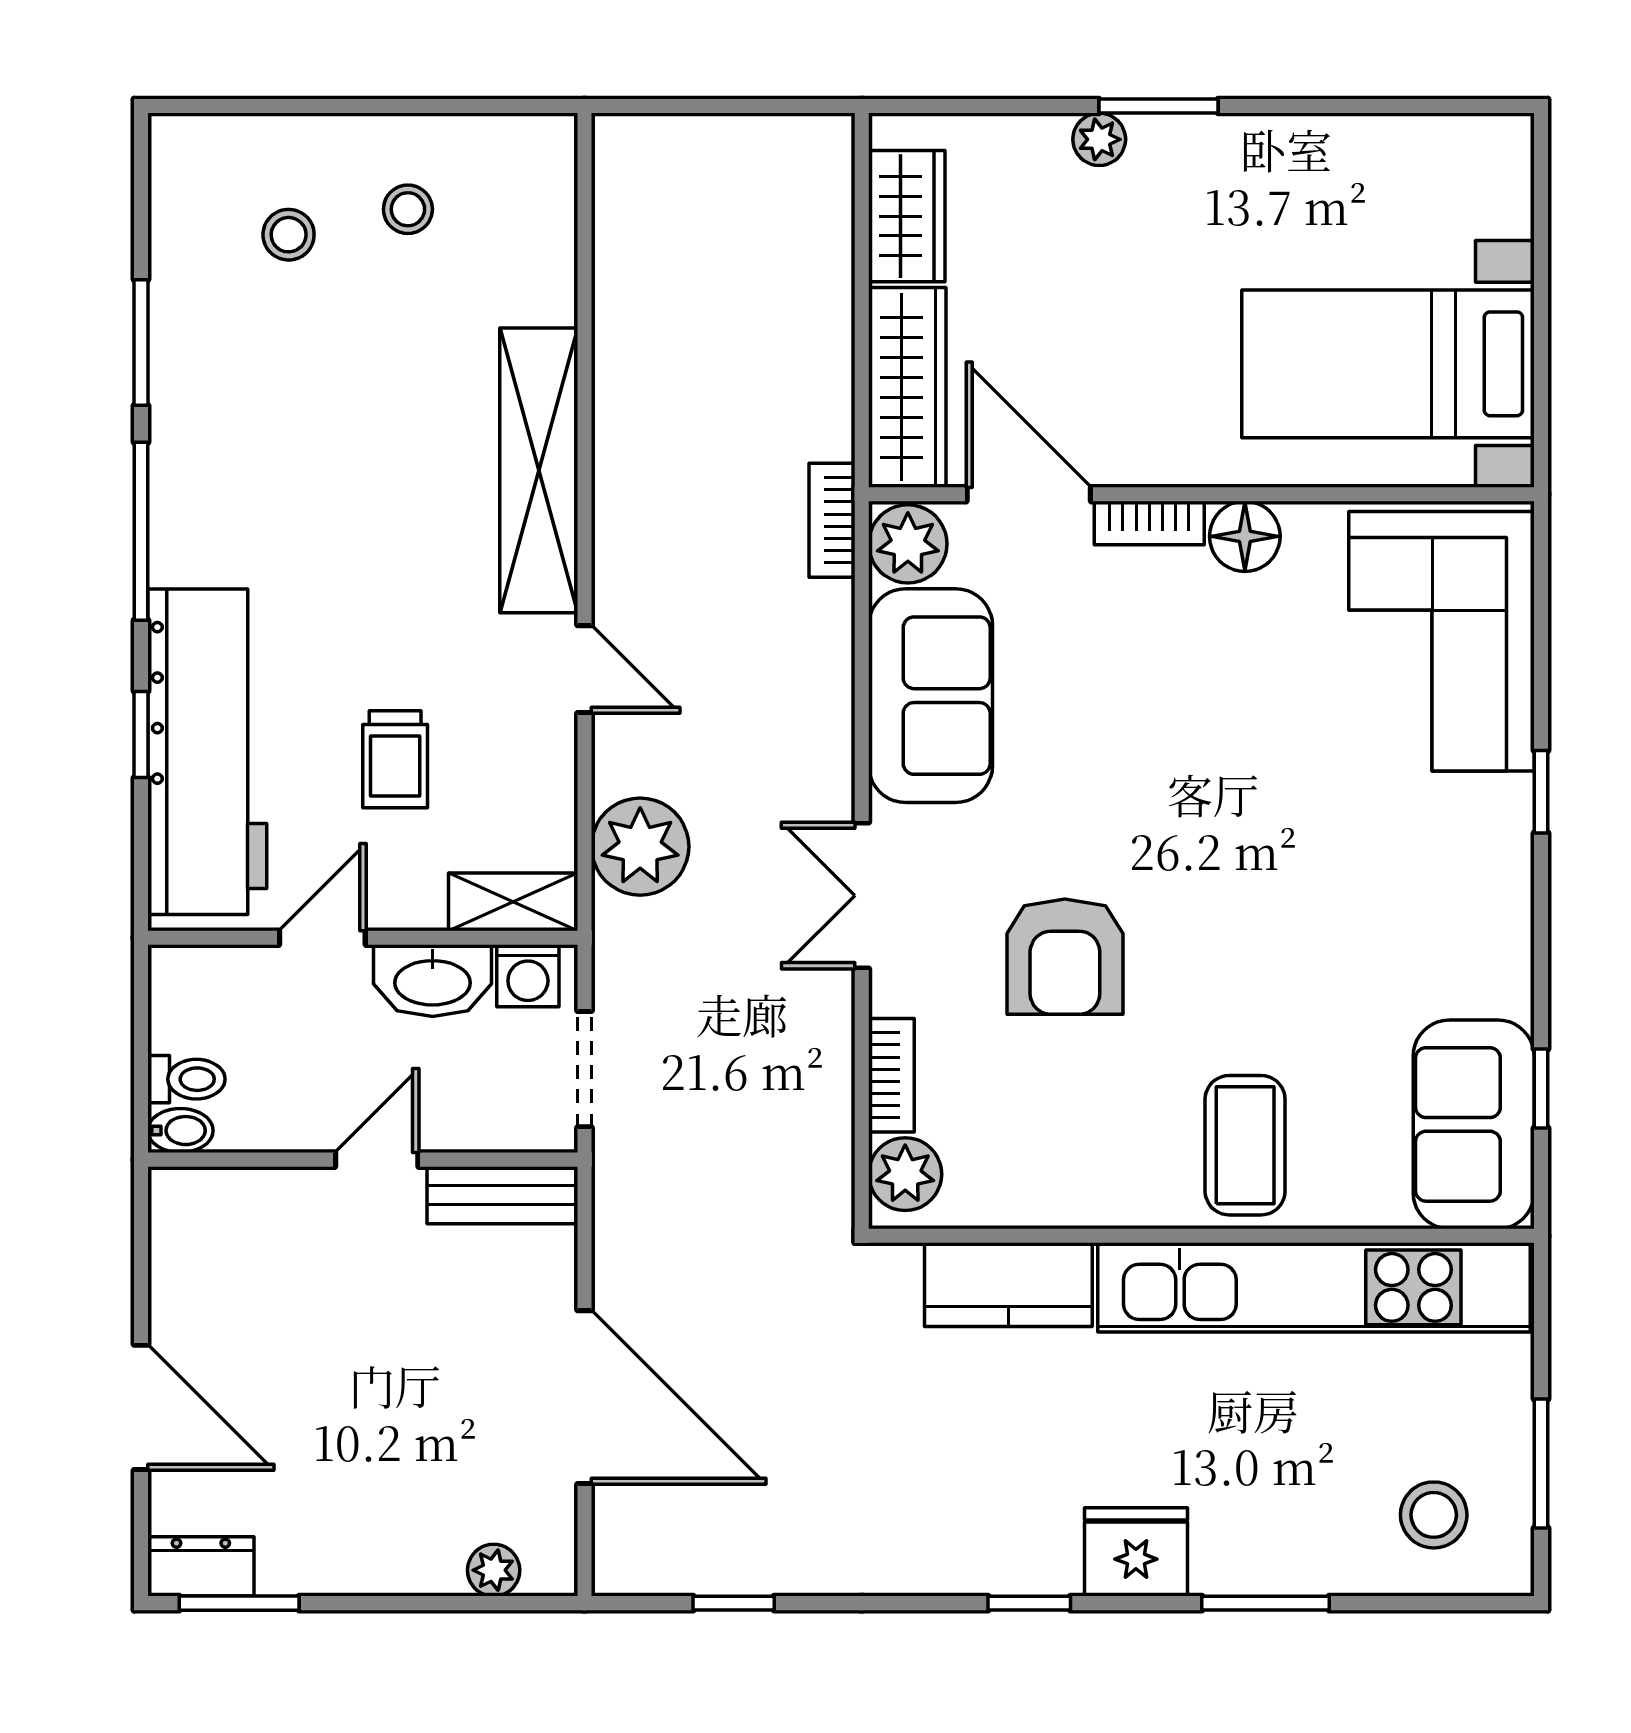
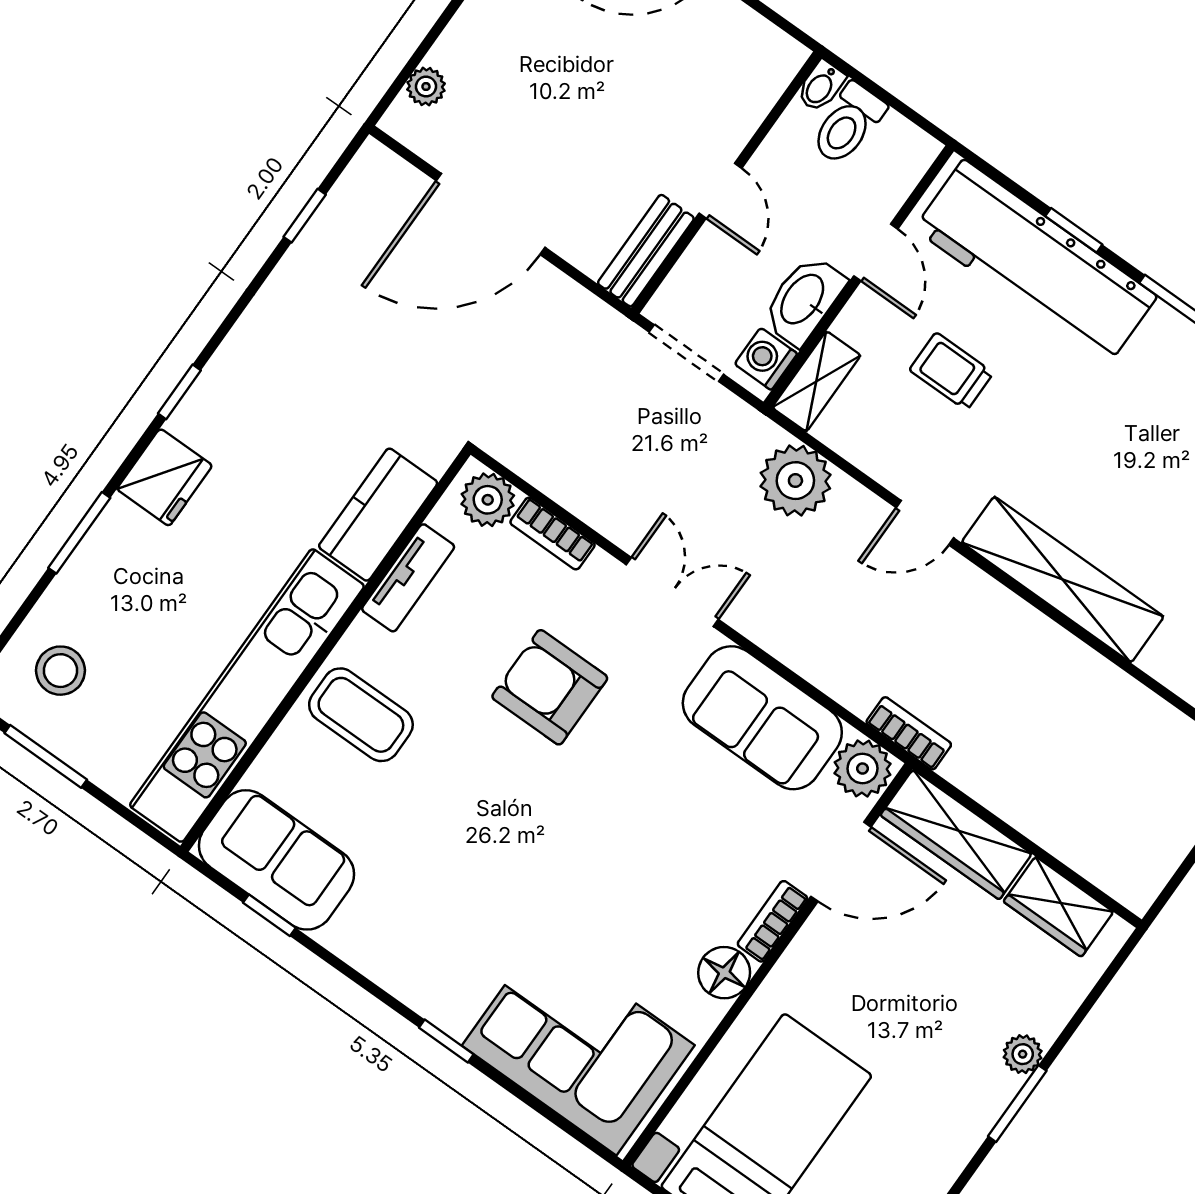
toilet: (186, 1079) -> (848, 124), width x1.37, depth x1.39
tv unit: (1055, 1201) -> (408, 578), added

